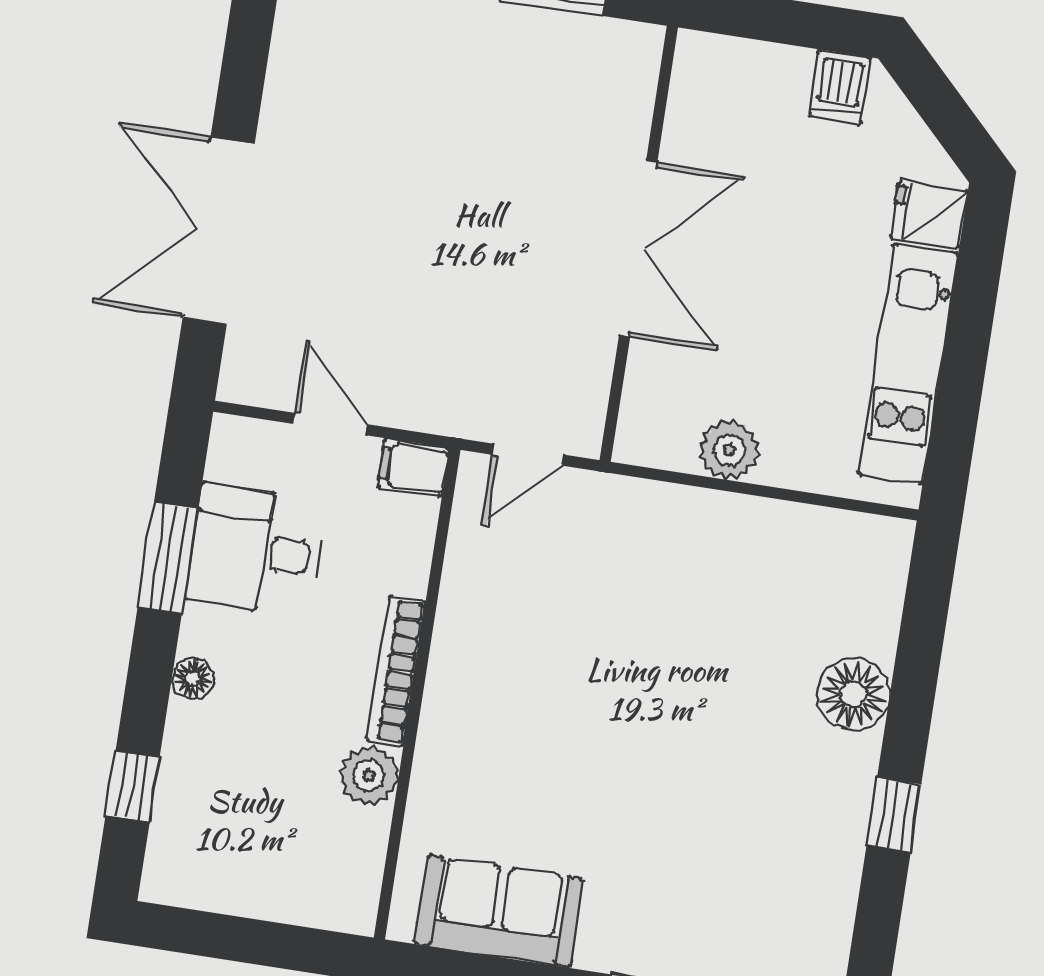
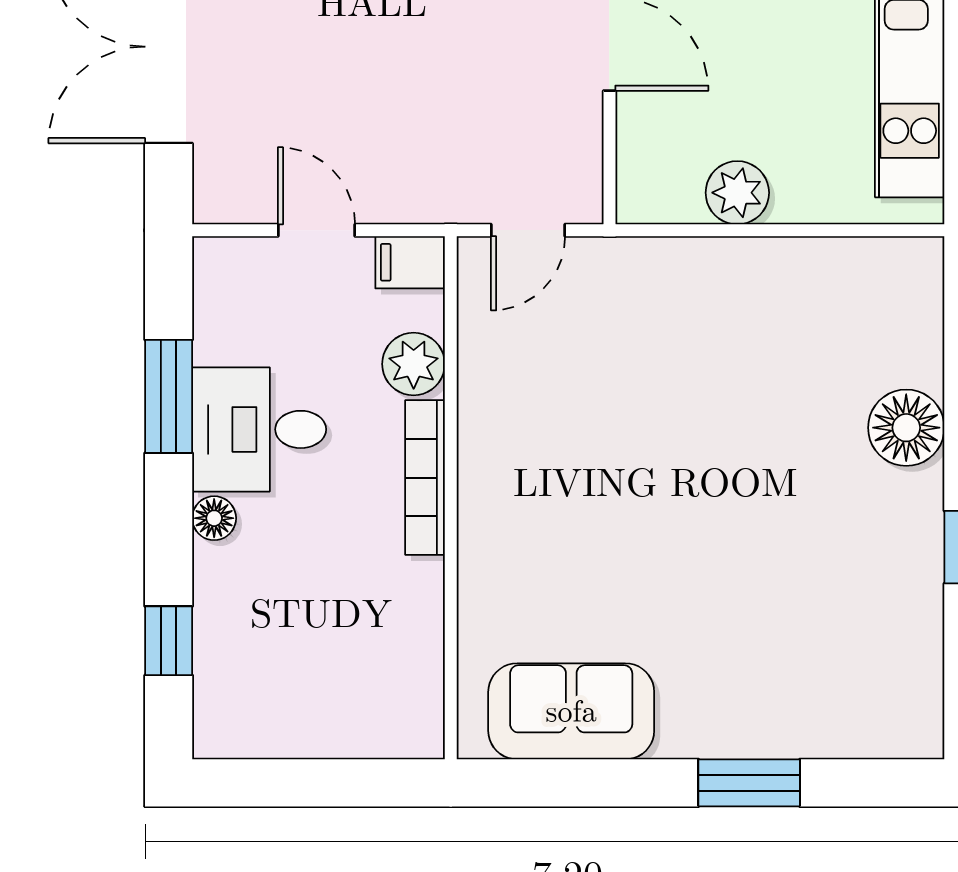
desk: (256, 550) -> (259, 429), moved
plant: (369, 776) -> (414, 364), moved

